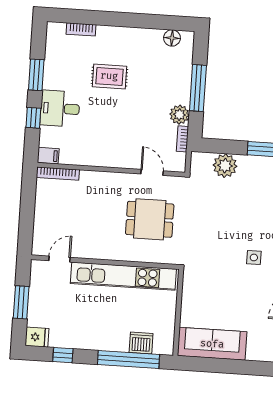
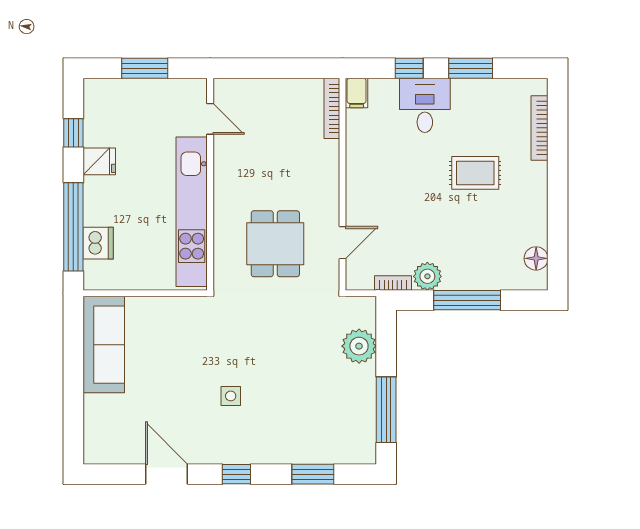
bookcase: (81, 29) -> (540, 128), width x1.56
rug: (109, 76) -> (475, 173), turned 90
fridge: (37, 337) -> (99, 161), moved, turned -90

